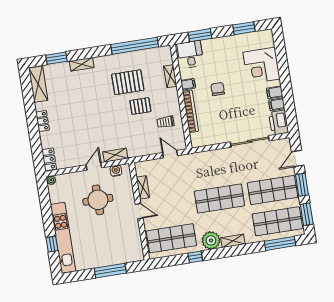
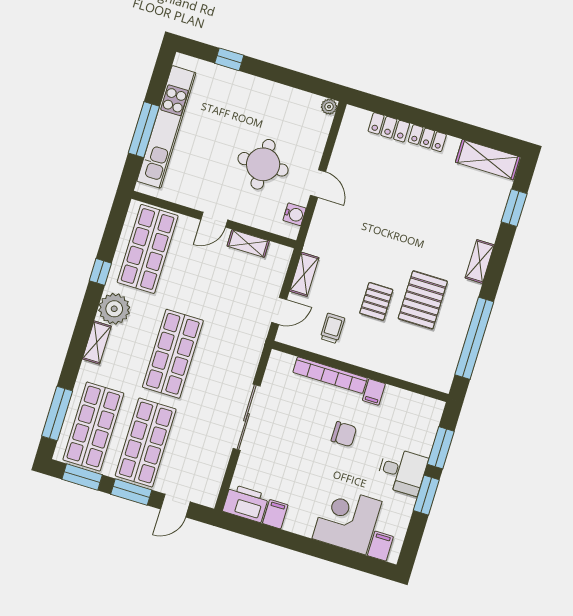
window: (244, 28) -> (426, 495), moved
desk: (190, 54) -> (402, 471), moved
shelving: (82, 64) -> (480, 261), moved
shelving: (170, 76) -> (400, 370), removed
filing cabinet: (275, 92) -> (380, 546), moved
sliding door: (250, 141) -> (247, 417), moved
shelving: (115, 155) -> (304, 274), moved
door: (298, 158) -> (175, 506), swing flipped
locker: (49, 159) -> (389, 127), moved
kitchen unit: (63, 238) -> (166, 127), moved, turned -90

